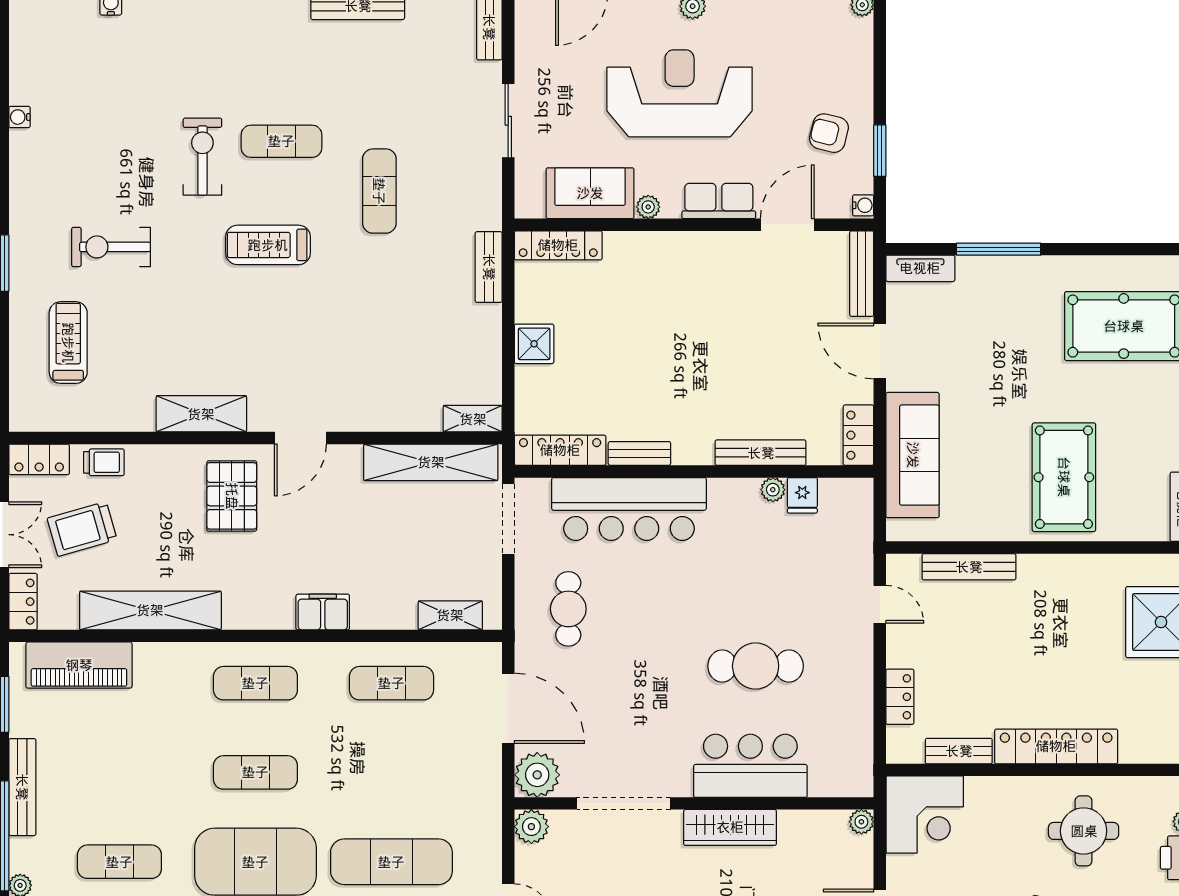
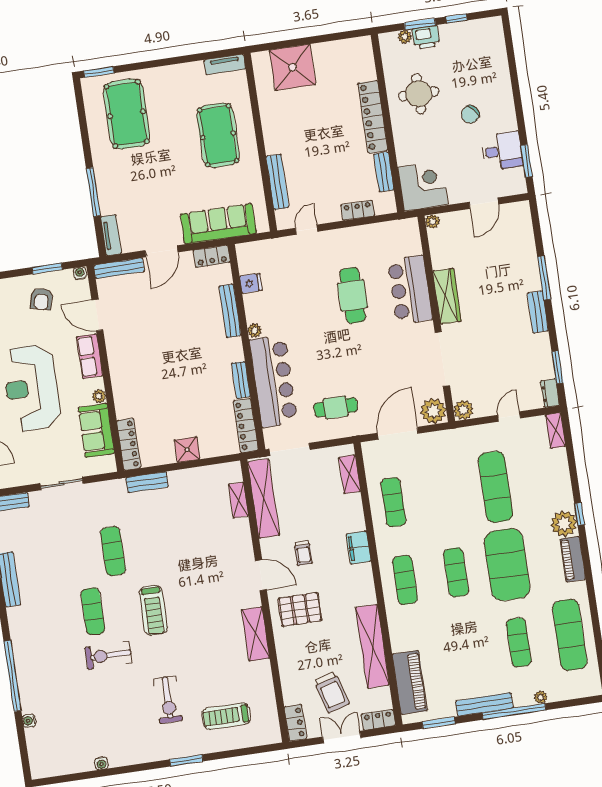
exercise mat: (379, 191) -> (113, 551), turned 90
shelving: (473, 419) -> (238, 500), moved
trolley: (104, 462) -> (303, 553), moved, turned 180
pool table: (1064, 477) -> (218, 135), turned 90
plant: (773, 490) -> (255, 330), moved

